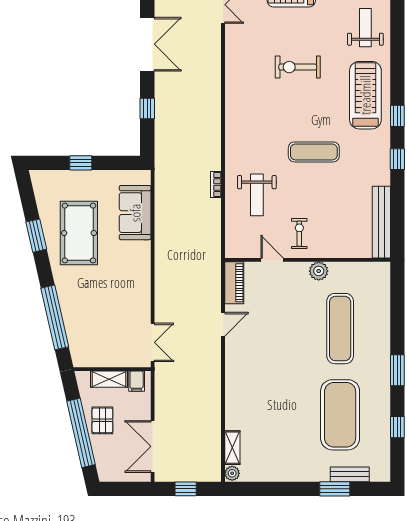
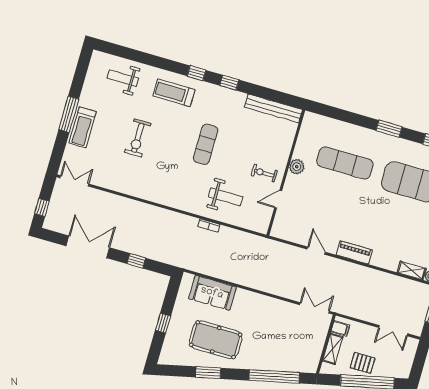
treadmill: (365, 95) -> (174, 93), width x0.73, depth x0.73
piano: (234, 283) -> (354, 252), moved
double door: (153, 446) -> (393, 331), width x0.73

